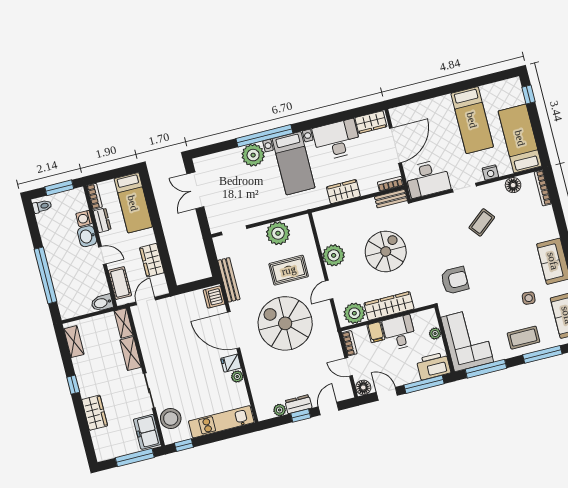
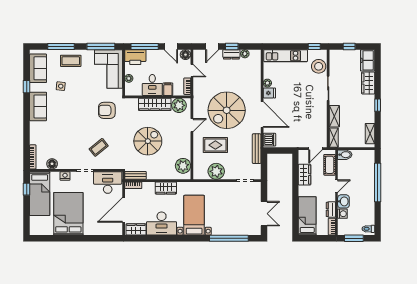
window: (528, 95) -> (27, 189), moved
bed: (472, 120) -> (68, 214), width x1.50
window: (264, 136) -> (229, 238), moved
plant: (253, 155) -> (220, 227), removed
coffee table: (482, 222) -> (99, 147), moved
spiral stairs: (386, 251) -> (148, 141), turned 180
door: (102, 255) -> (336, 186), swing flipped
plant: (334, 255) -> (183, 166), moved
spiral stairs: (285, 323) -> (227, 110), turned 90
freezer: (147, 432) -> (368, 60), moved, turned 180
window: (135, 458) -> (349, 46), width x0.46

